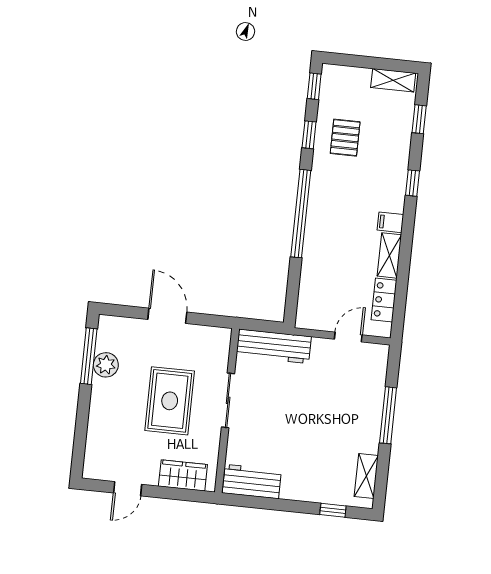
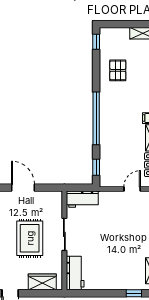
window: (309, 135) -> (96, 167), moved
workbench: (274, 346) -> (82, 199), width x0.73
workbench: (252, 482) -> (75, 273), moved, turned 90

